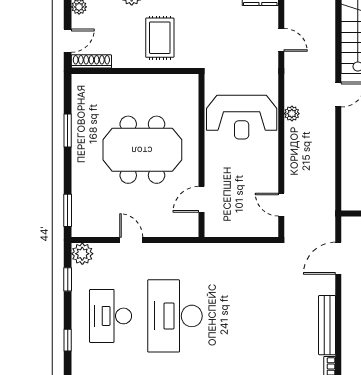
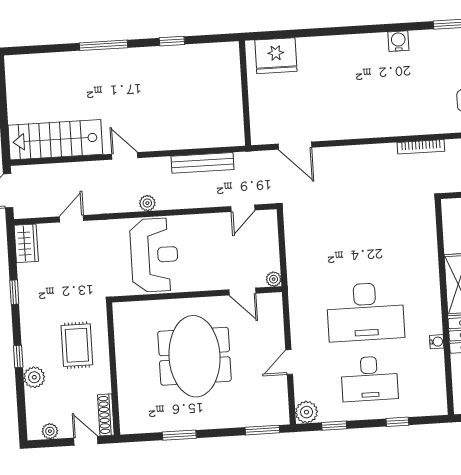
rug: (160, 38) -> (77, 345), turned 90
plant: (212, 230) -> (274, 279), added
bench: (327, 325) -> (202, 163), moved

